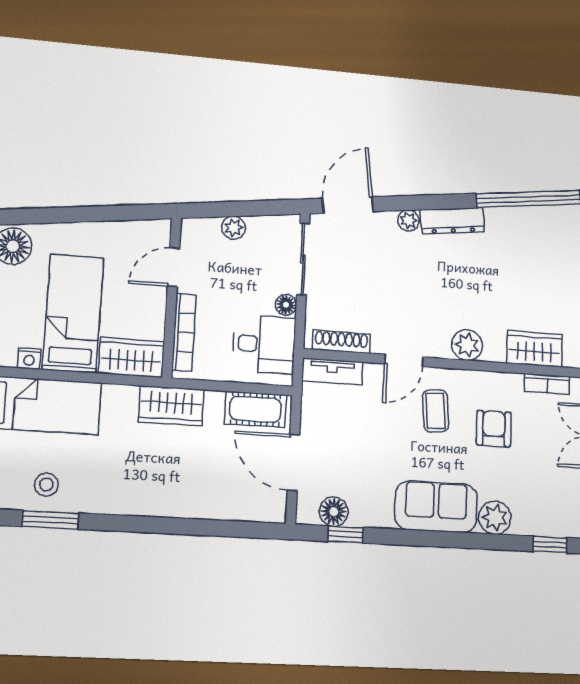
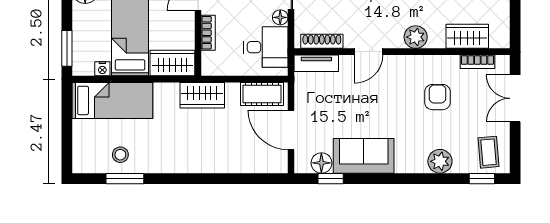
bookcase: (184, 332) -> (208, 33), width x0.64
coffee table: (436, 411) -> (489, 152), moved
sofa: (436, 507) -> (364, 156), moved

